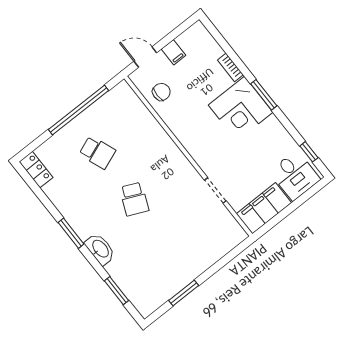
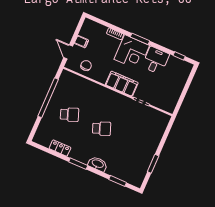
door: (145, 57) -> (68, 52), hinge flipped
locker: (36, 170) -> (60, 148), moved
desk: (295, 175) -> (156, 60), moved, turned -90
school desk: (134, 199) -> (102, 129), turned -45
filing cabinet: (264, 208) -> (122, 84), moved, turned 90

